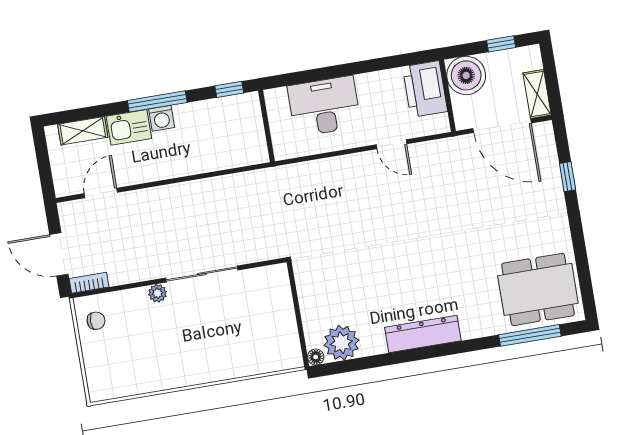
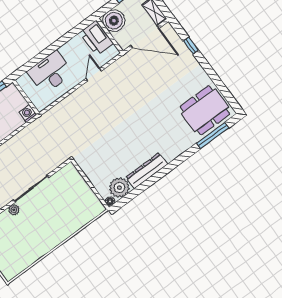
door: (391, 144) -> (94, 75), swing flipped
washing machine: (256, 153) -> (28, 114), added
dresser: (423, 334) -> (147, 171), moved

